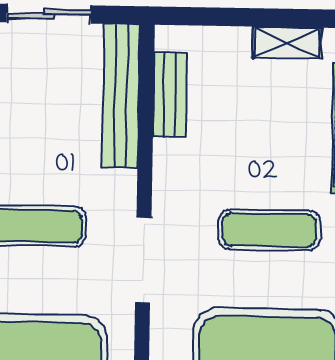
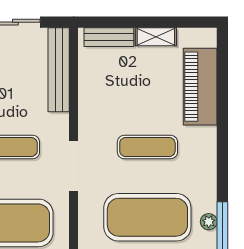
bench: (170, 95) -> (109, 37), moved, turned 90

